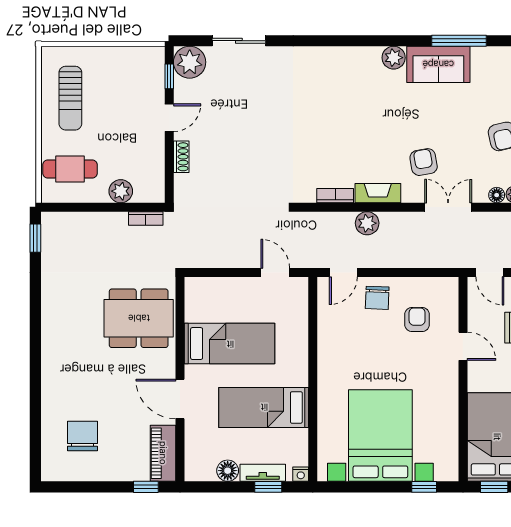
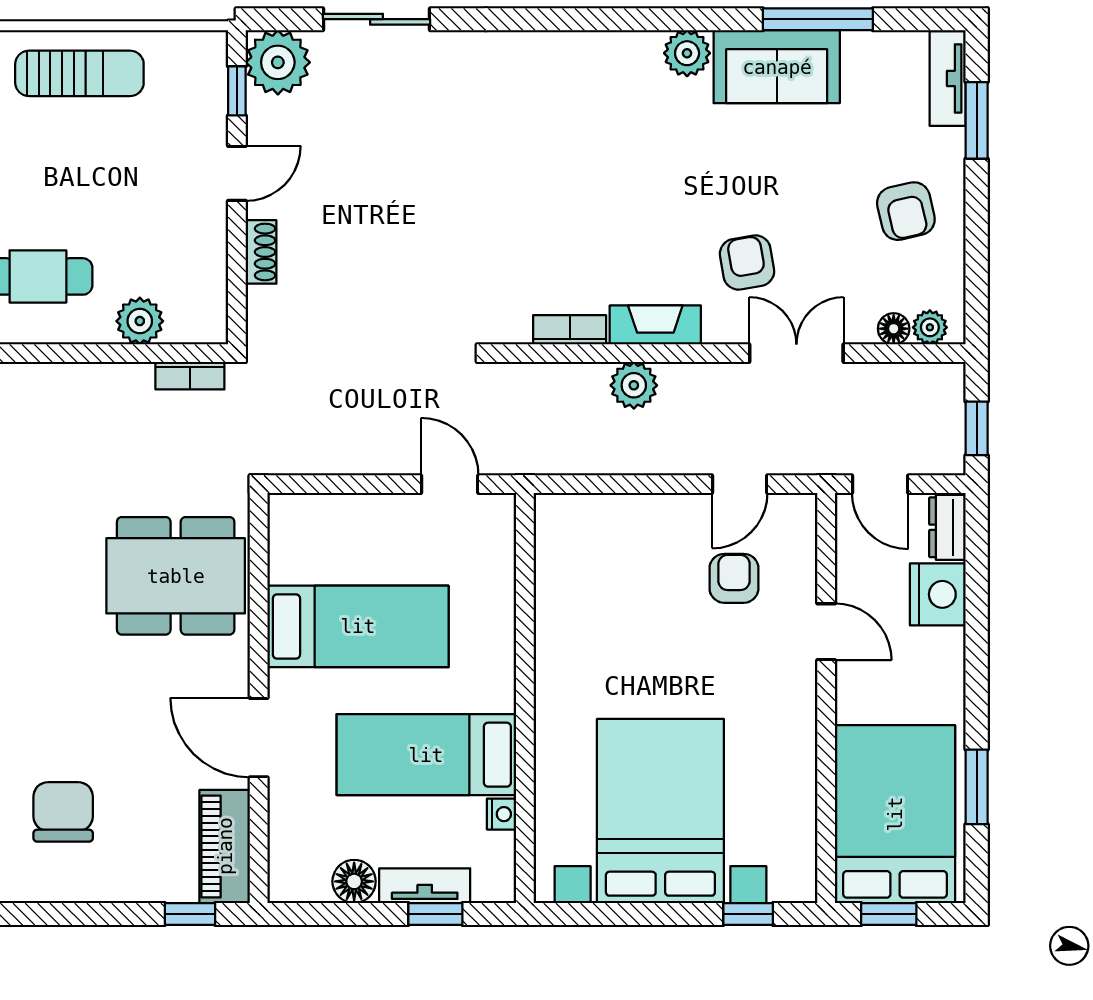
sun lounger: (70, 98) -> (79, 73), moved, turned -90
door: (343, 273) -> (740, 484), moved
chair: (377, 298) -> (654, 535), removed
nightstand: (301, 474) -> (502, 814), moved, turned -90

